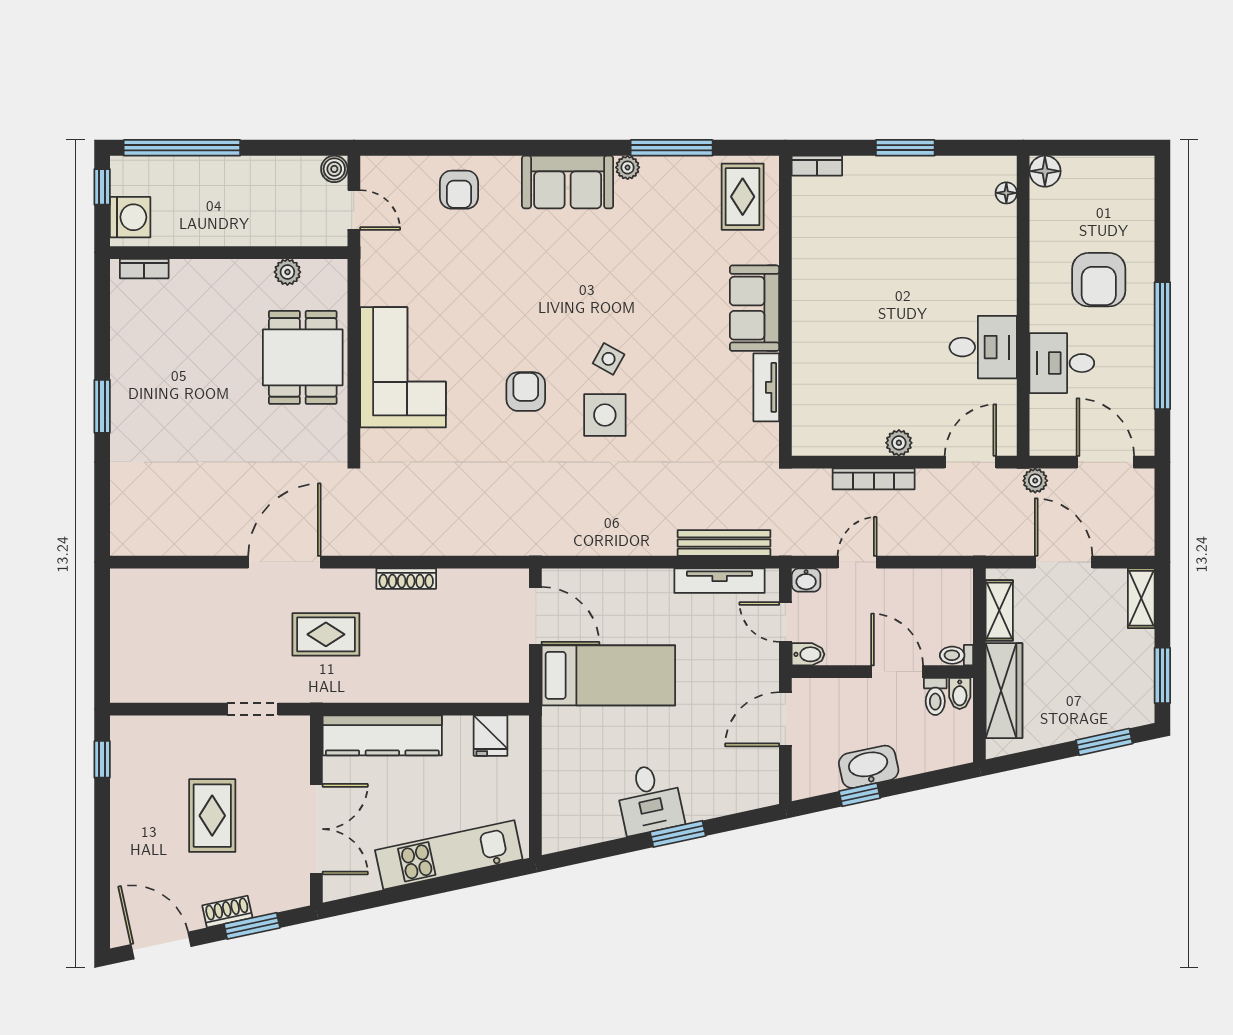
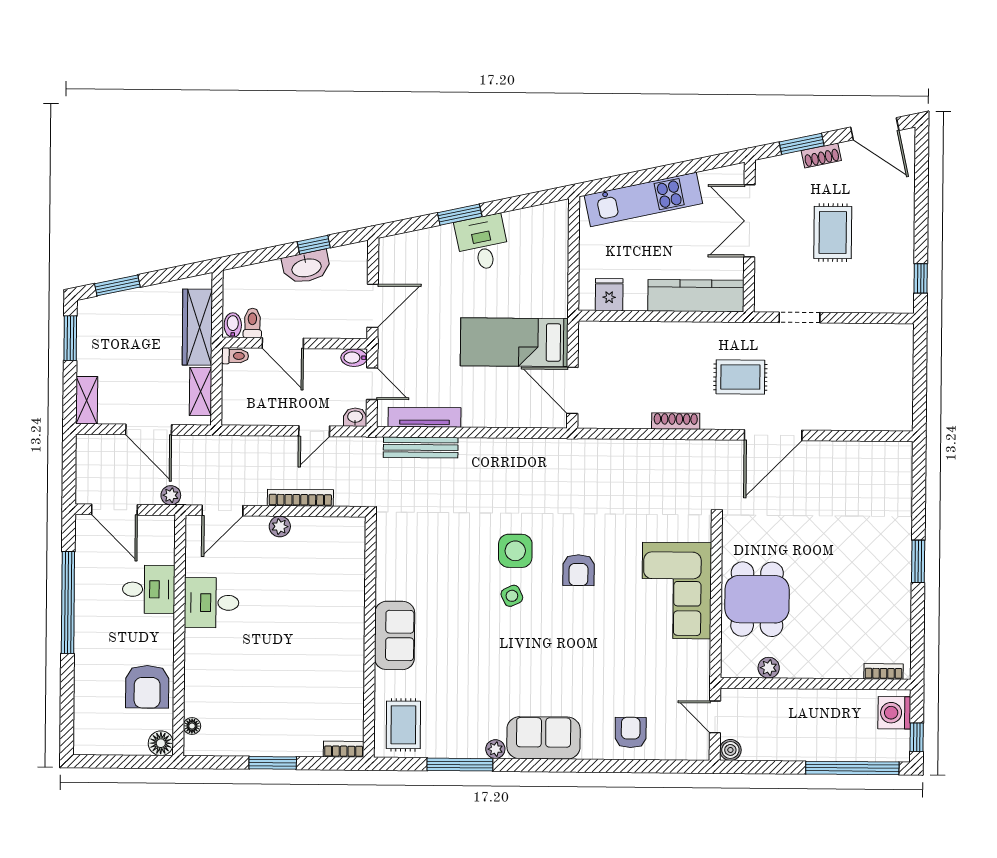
armchair: (1099, 280) -> (147, 687), moved, turned 180
side table: (609, 359) -> (512, 596), turned 36
tv unit: (766, 387) -> (386, 572), removed

